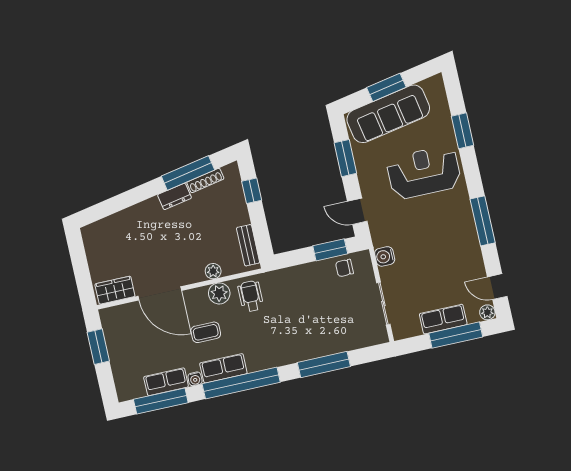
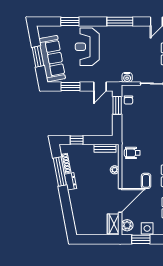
plant: (219, 293) -> (127, 225), moved
side table: (121, 353) -> (147, 228), added

